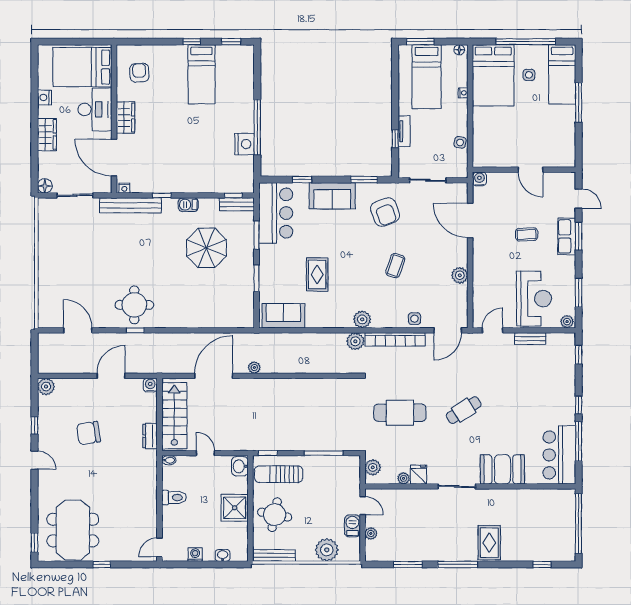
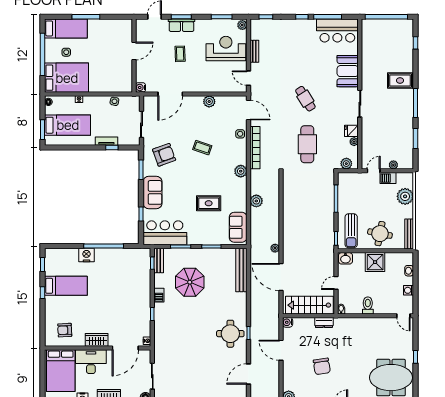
nightstand: (245, 144) -> (86, 255), moved
bench: (131, 205) -> (241, 270), moved
plant: (355, 341) -> (256, 201), moved

